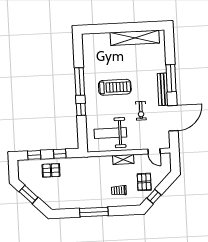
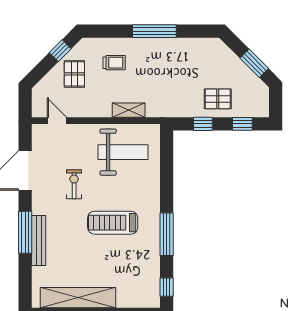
bench: (163, 89) -> (39, 240), moved
window: (81, 109) -> (167, 287), moved
shelving: (123, 160) -> (129, 110), moved

